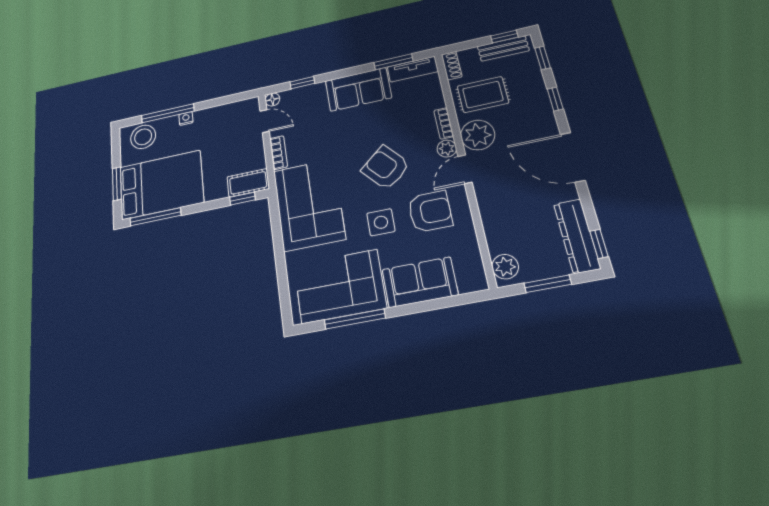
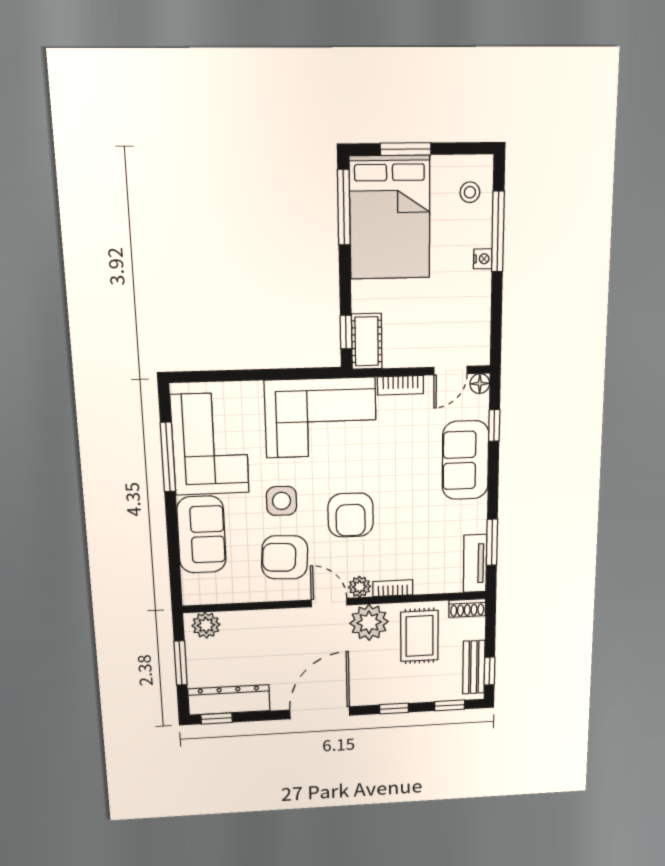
sofa: (358, 89) -> (465, 460), moved
stool: (143, 137) -> (470, 192), width x0.53, depth x0.53
armchair: (386, 168) -> (351, 515), turned 131
armchair: (430, 211) -> (285, 557), turned 93

